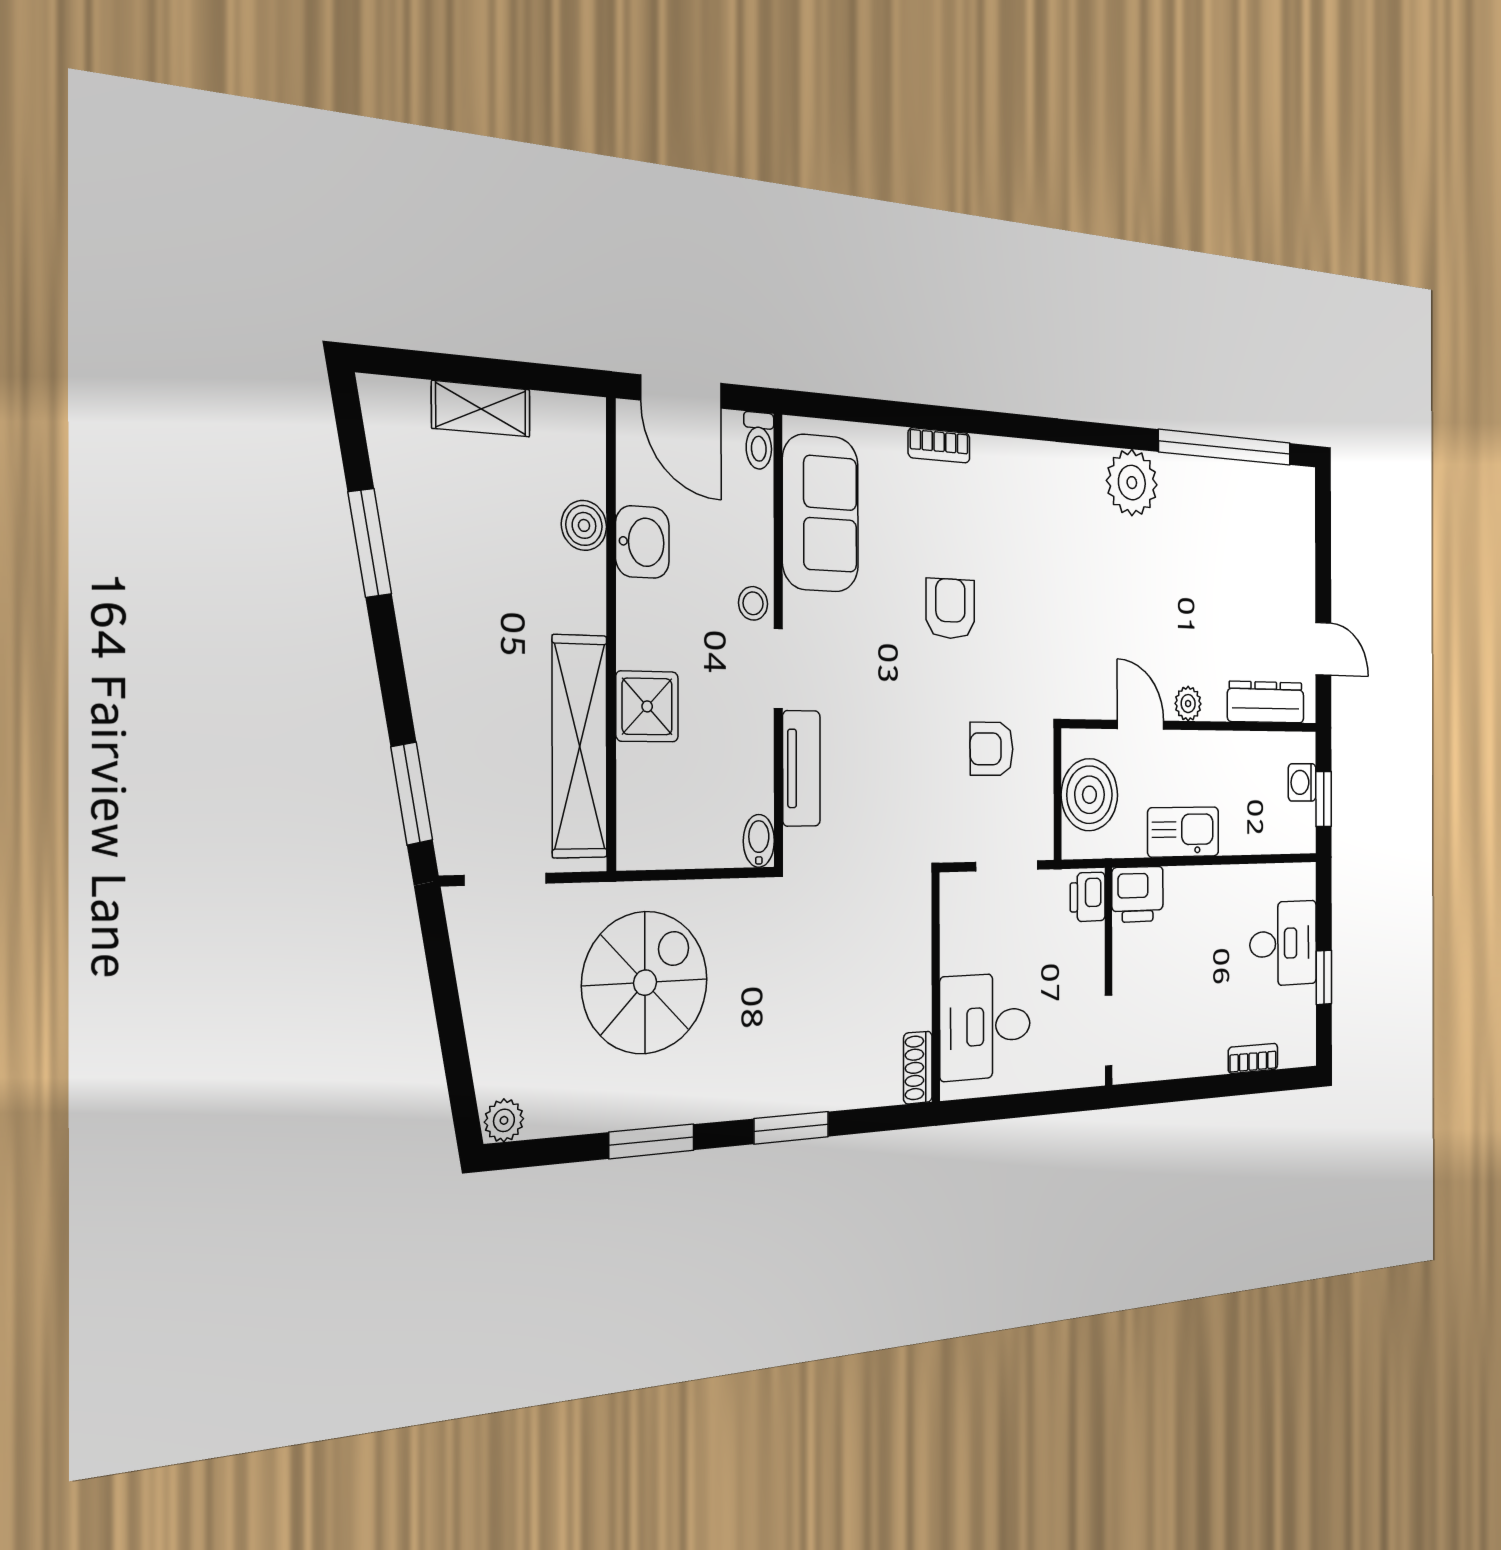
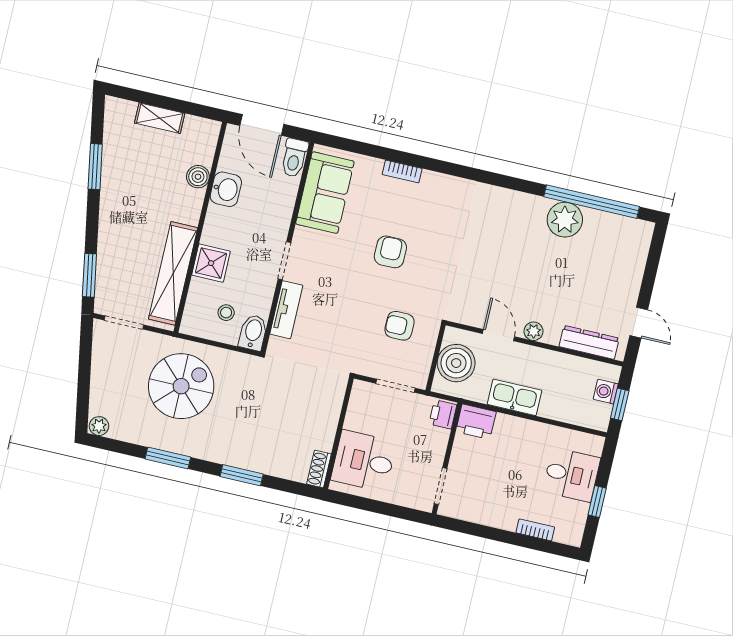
toilet: (759, 441) -> (294, 158), width x1.37, depth x1.39
plant: (1132, 483) -> (565, 220), moved
stool: (753, 603) -> (226, 313), moved
bidet: (759, 841) -> (253, 333), width x1.38, depth x1.36

